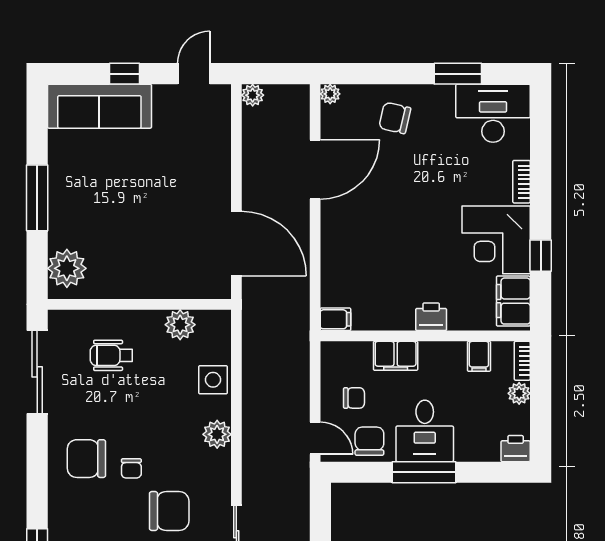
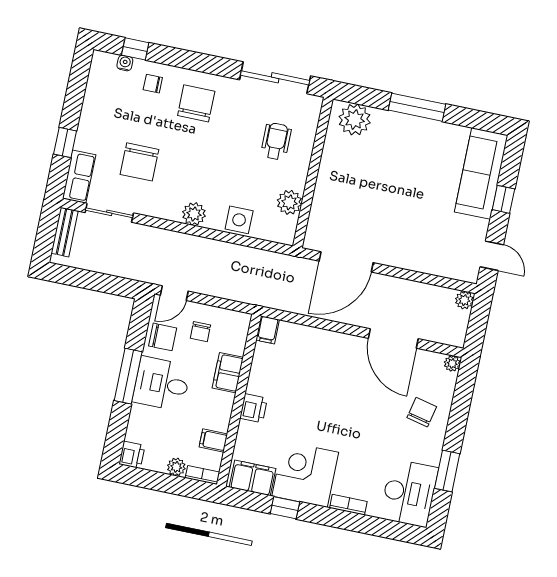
chair: (131, 468) -> (153, 84), moved

